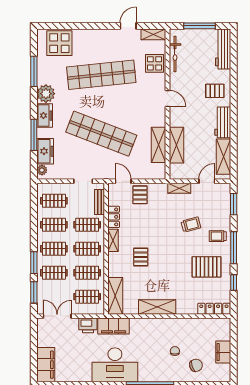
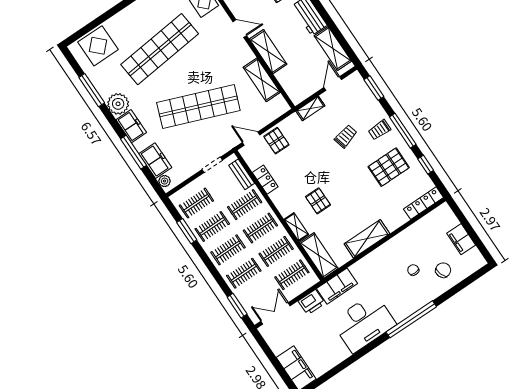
shelving: (176, 145) -> (268, 52), moved
shelving: (113, 240) -> (296, 227), moved
window: (34, 263) -> (187, 231), moved

